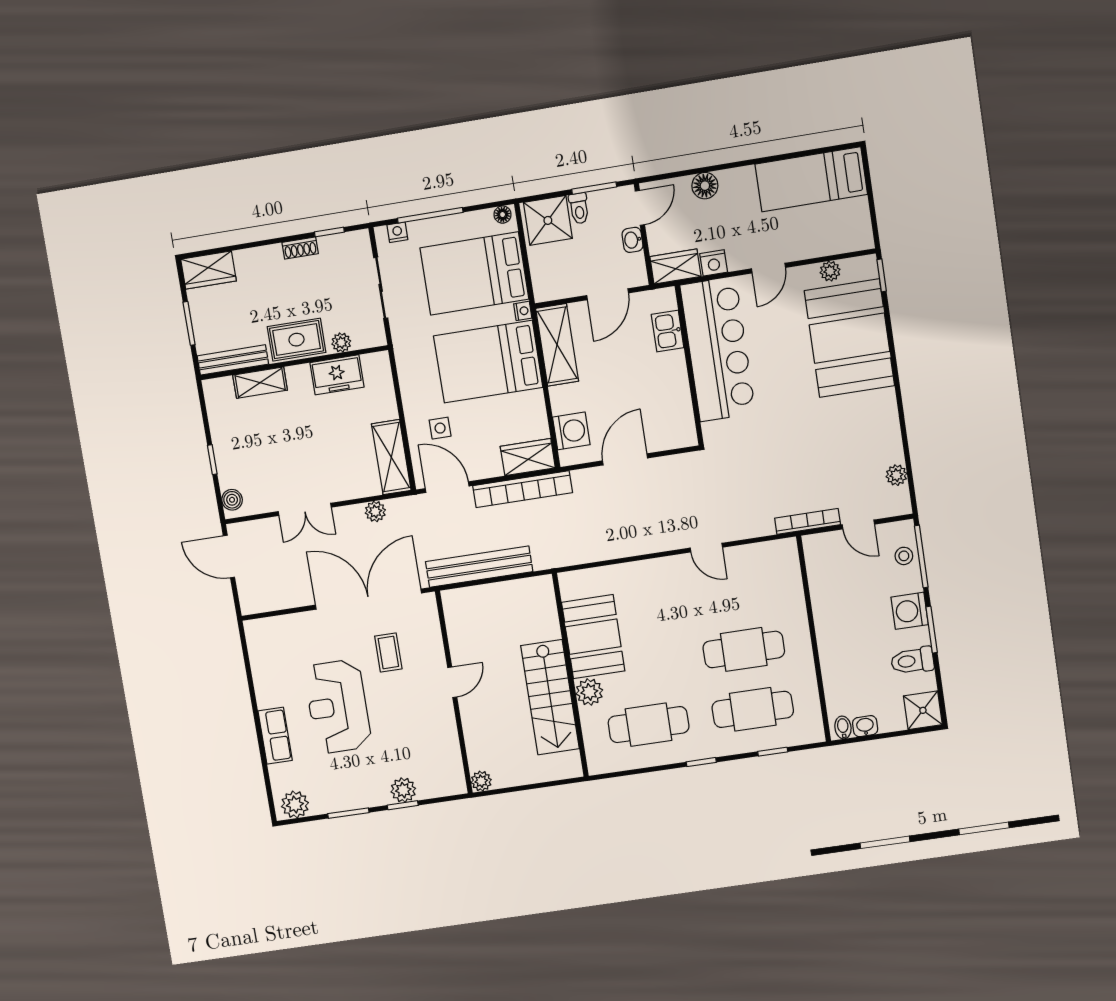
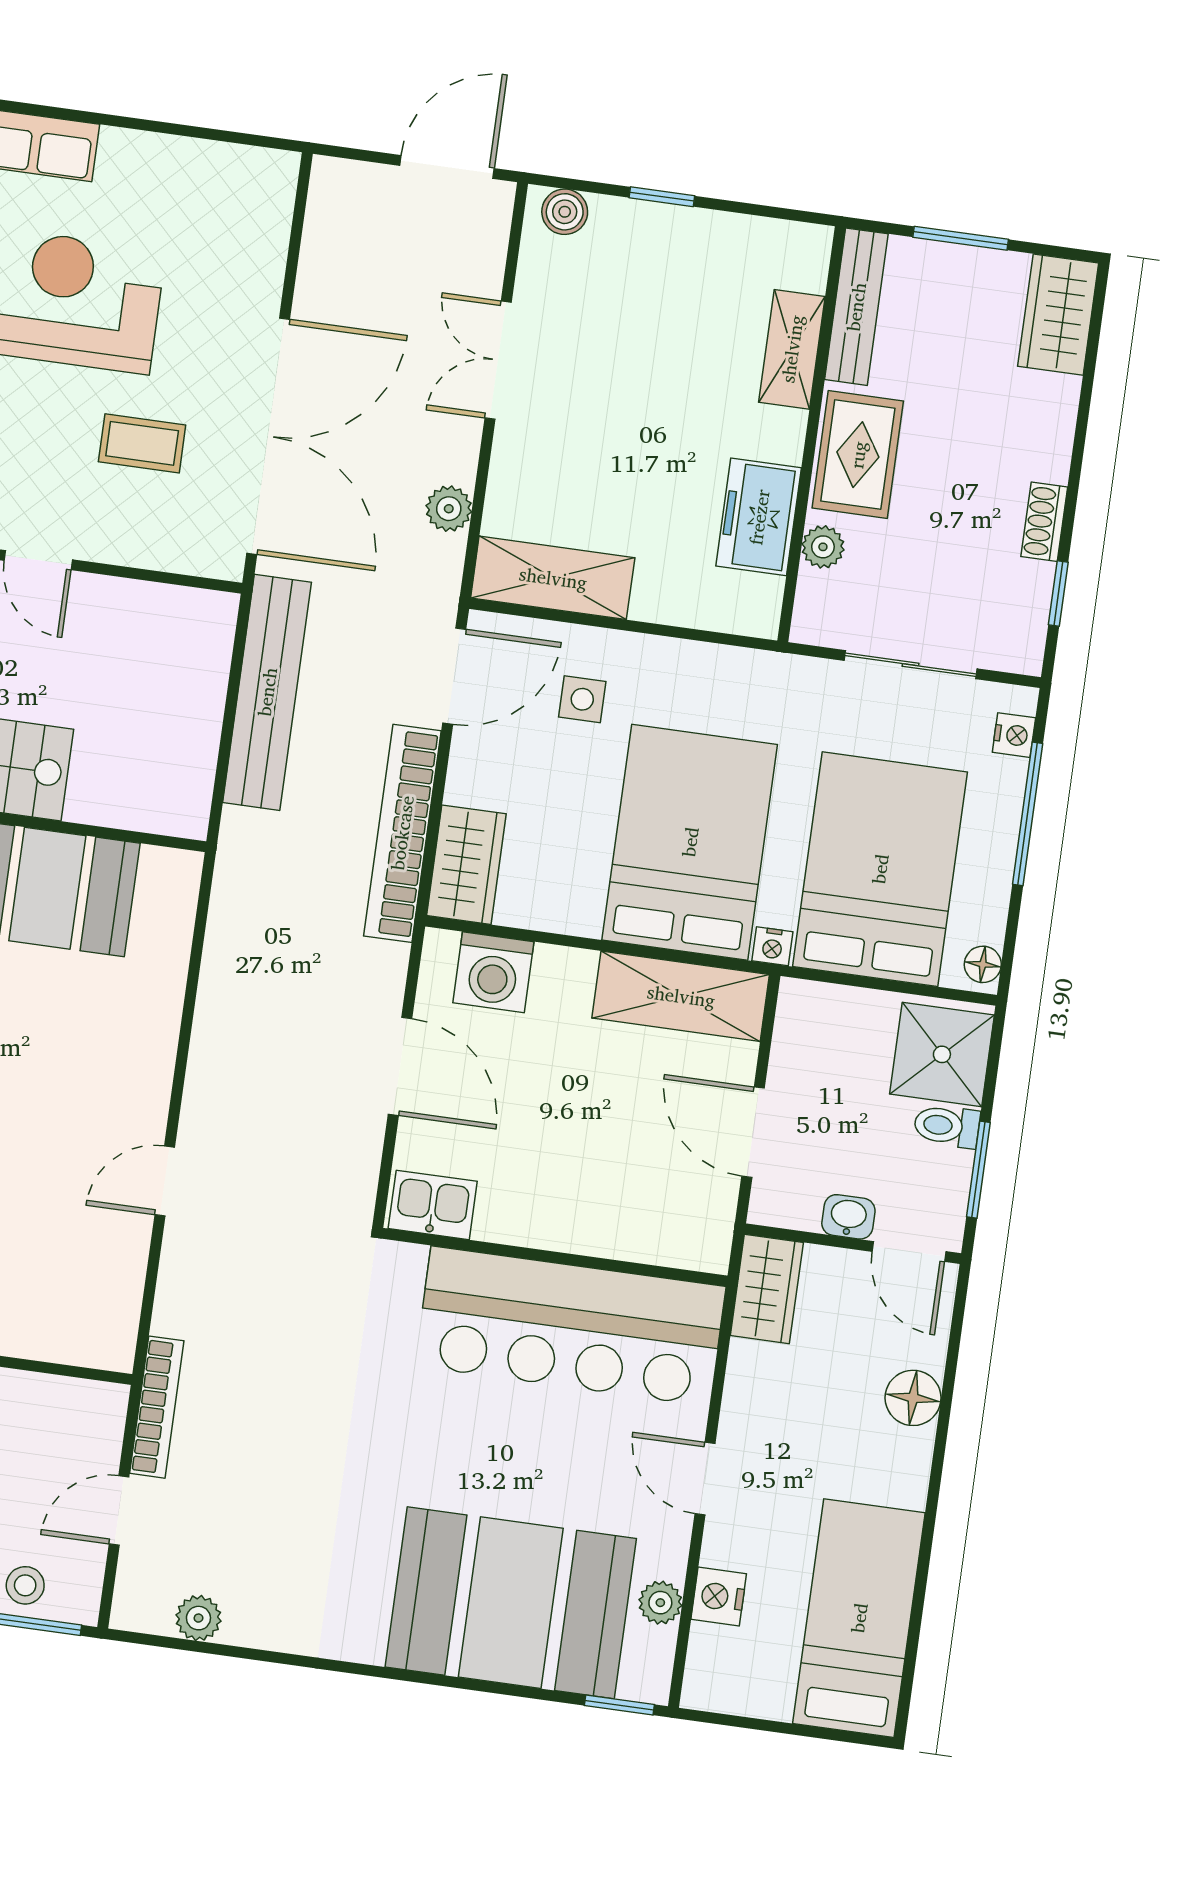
nightstand: (714, 263) -> (719, 1597), moved
kitchen sink: (668, 331) -> (433, 1205), moved

